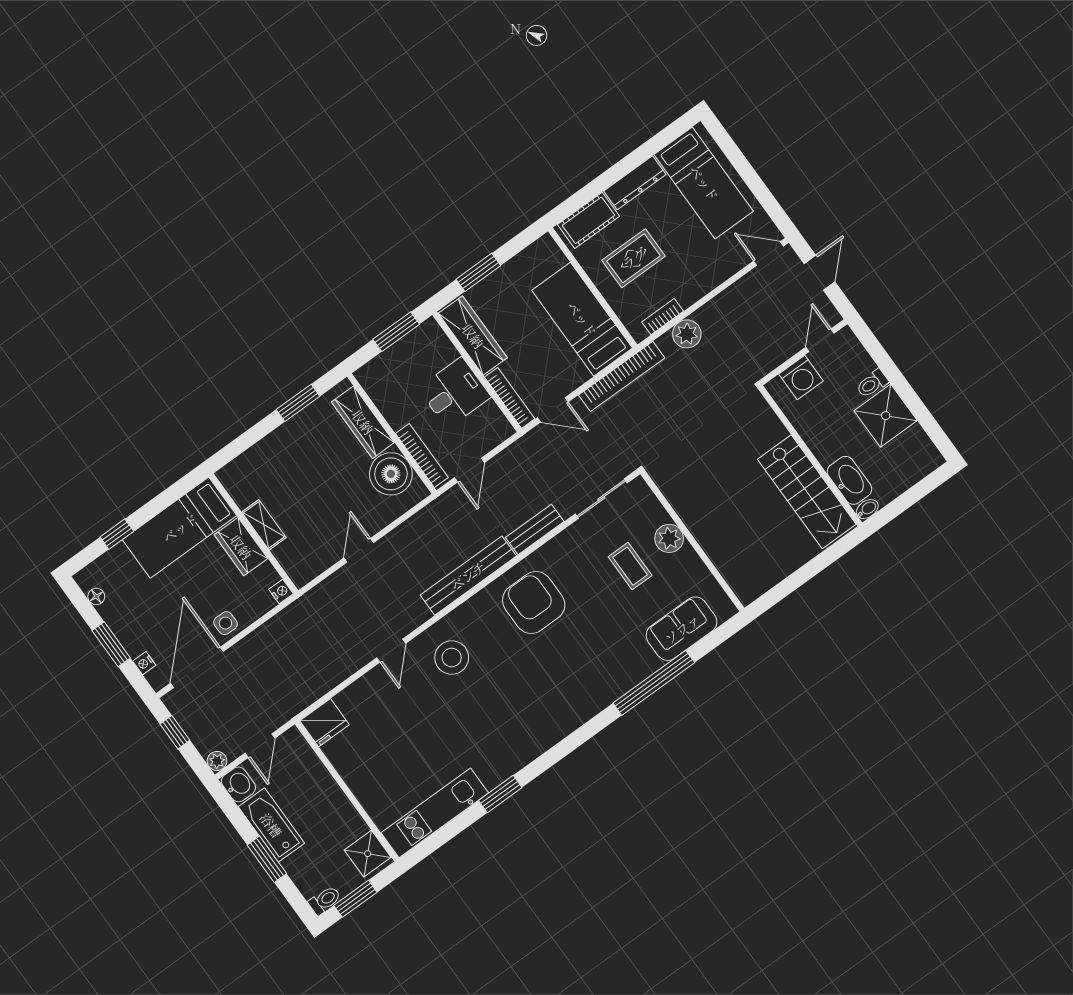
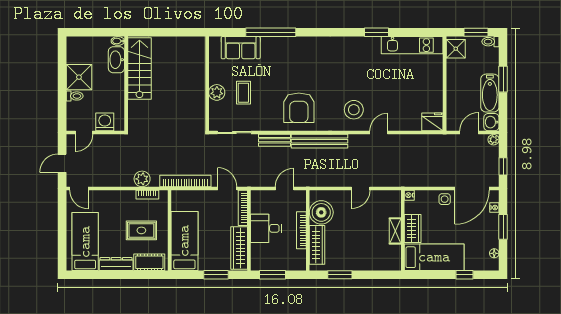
bed: (582, 319) -> (184, 241), moved, turned 180
bookcase: (422, 456) -> (301, 230), moved

